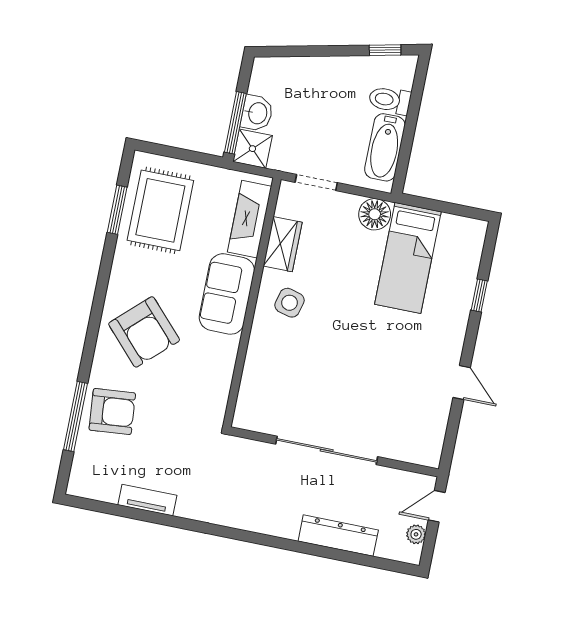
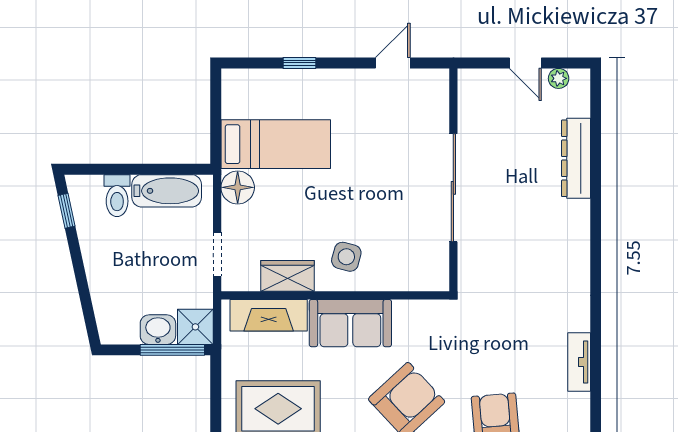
sliding door: (327, 450) -> (453, 188), moved
wall: (334, 452) -> (453, 180), moved

